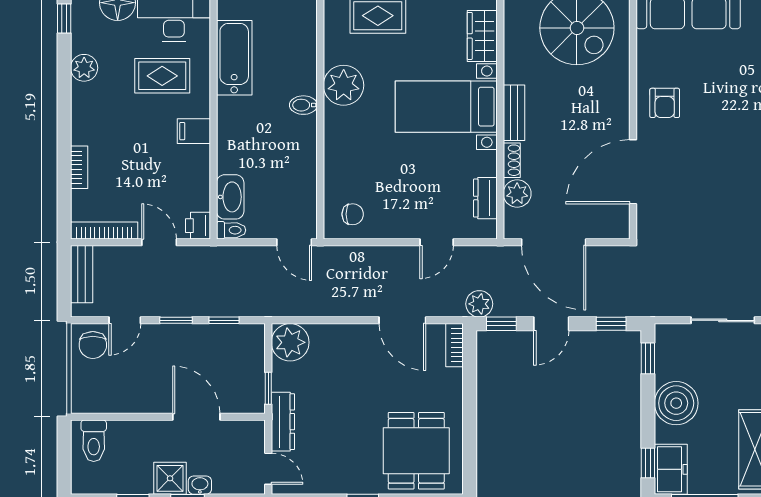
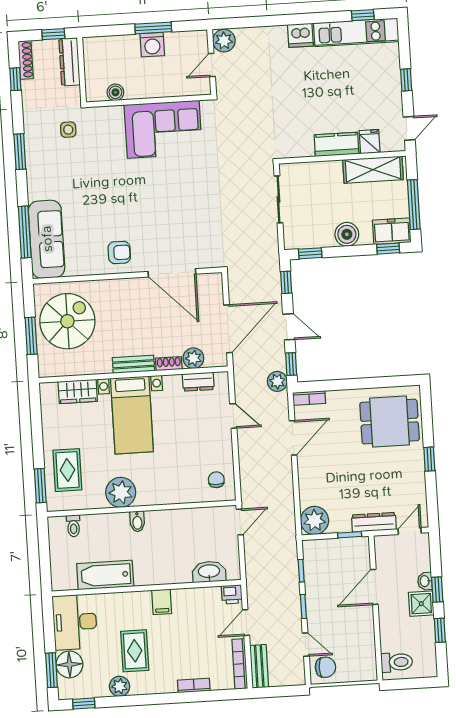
rug: (162, 76) -> (135, 651), moved
toilet: (231, 230) -> (73, 526), moved, turned 180
bench: (82, 274) -> (259, 666), moved, turned 90
boiler: (676, 403) -> (347, 234), width x0.73, depth x0.73

